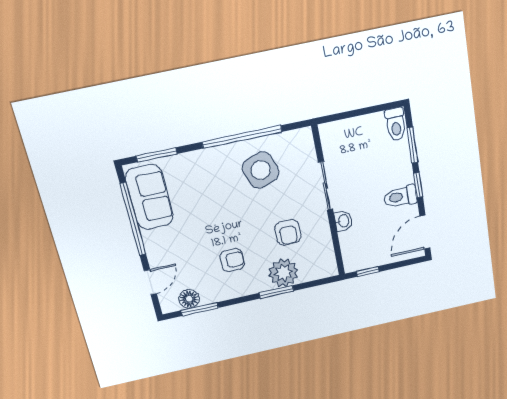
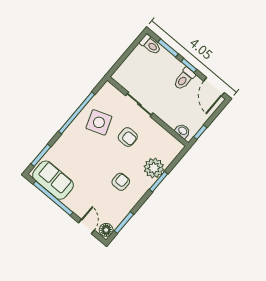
washbasin: (343, 221) -> (183, 131), moved
armchair: (288, 232) -> (128, 137), moved
floor lamp: (189, 299) -> (106, 230), moved

